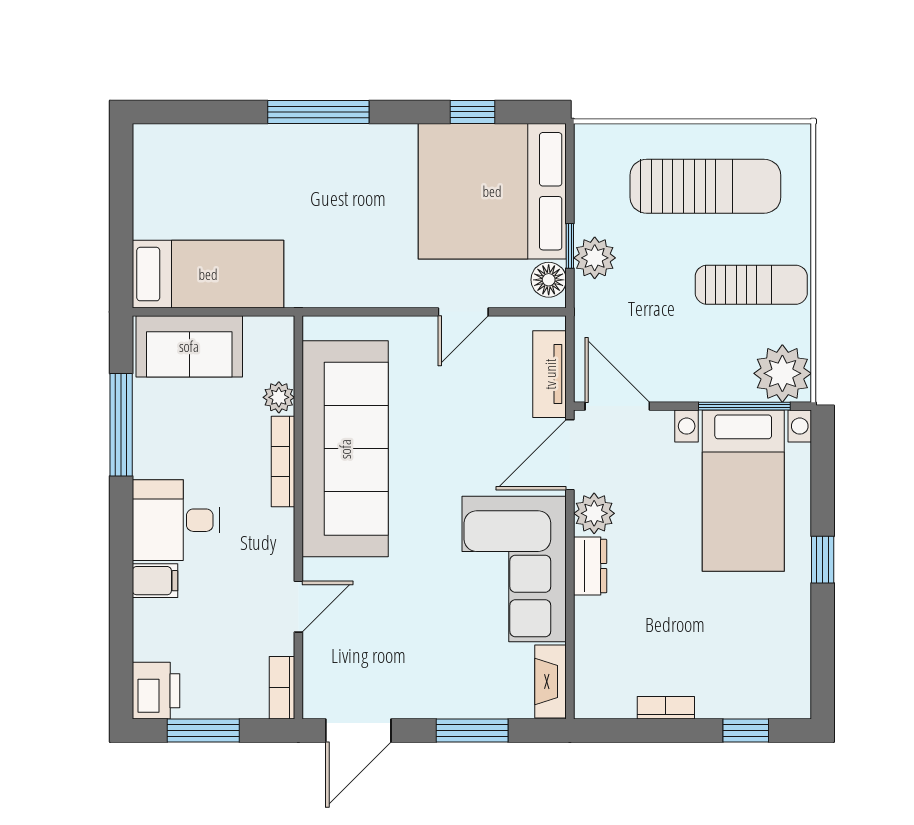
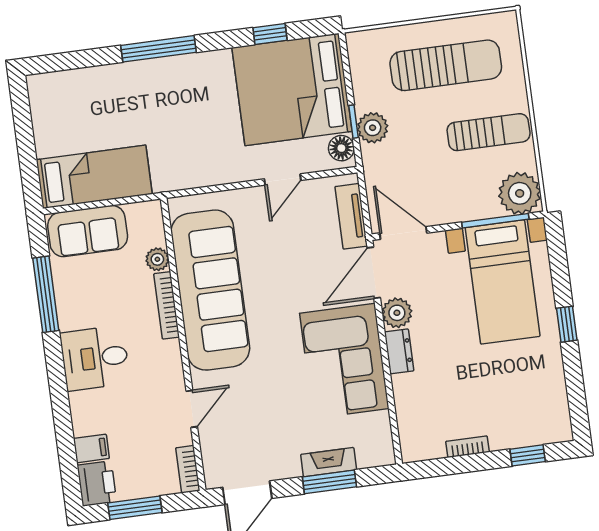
filing cabinet: (155, 581) -> (91, 448), moved
fireplace: (551, 682) -> (329, 462), moved, turned 90

